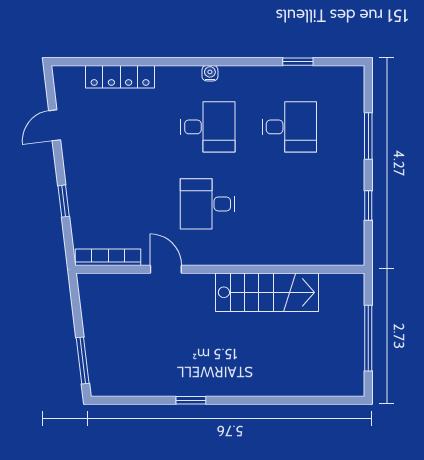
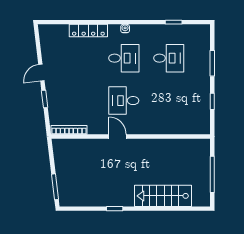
locker: (120, 77) -> (88, 31), moved
door: (55, 125) -> (41, 73), moved
door: (166, 269) -> (117, 137), moved
stairs: (267, 292) -> (163, 196), moved, turned 180

